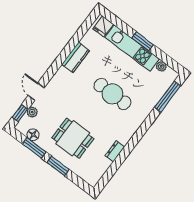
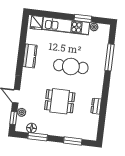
window: (143, 41) -> (83, 18), moved
window: (168, 97) -> (110, 57), moved
dining table: (73, 138) -> (60, 101), moved
window: (58, 166) -> (73, 141), moved

